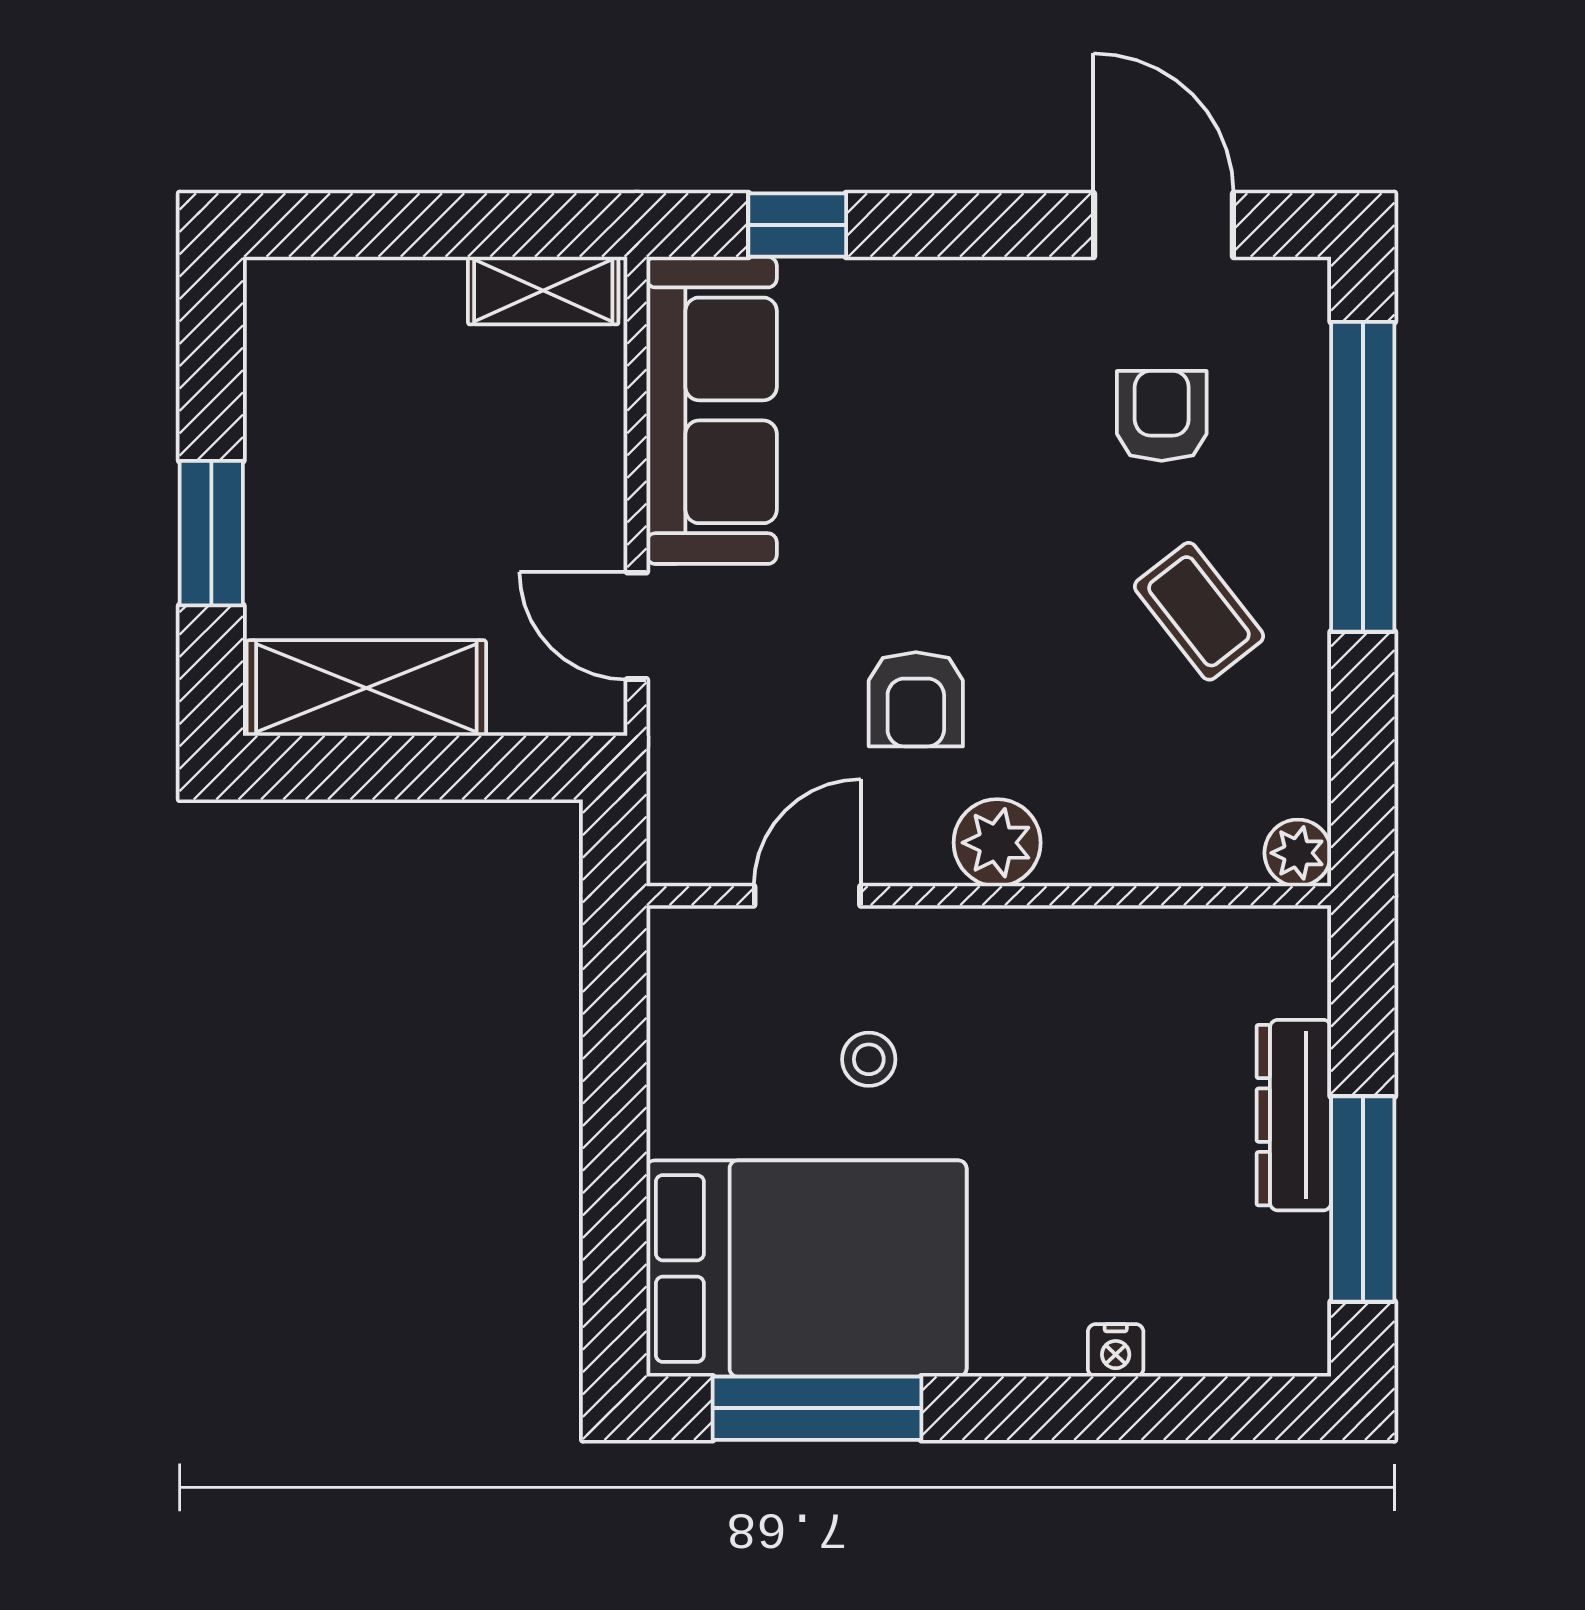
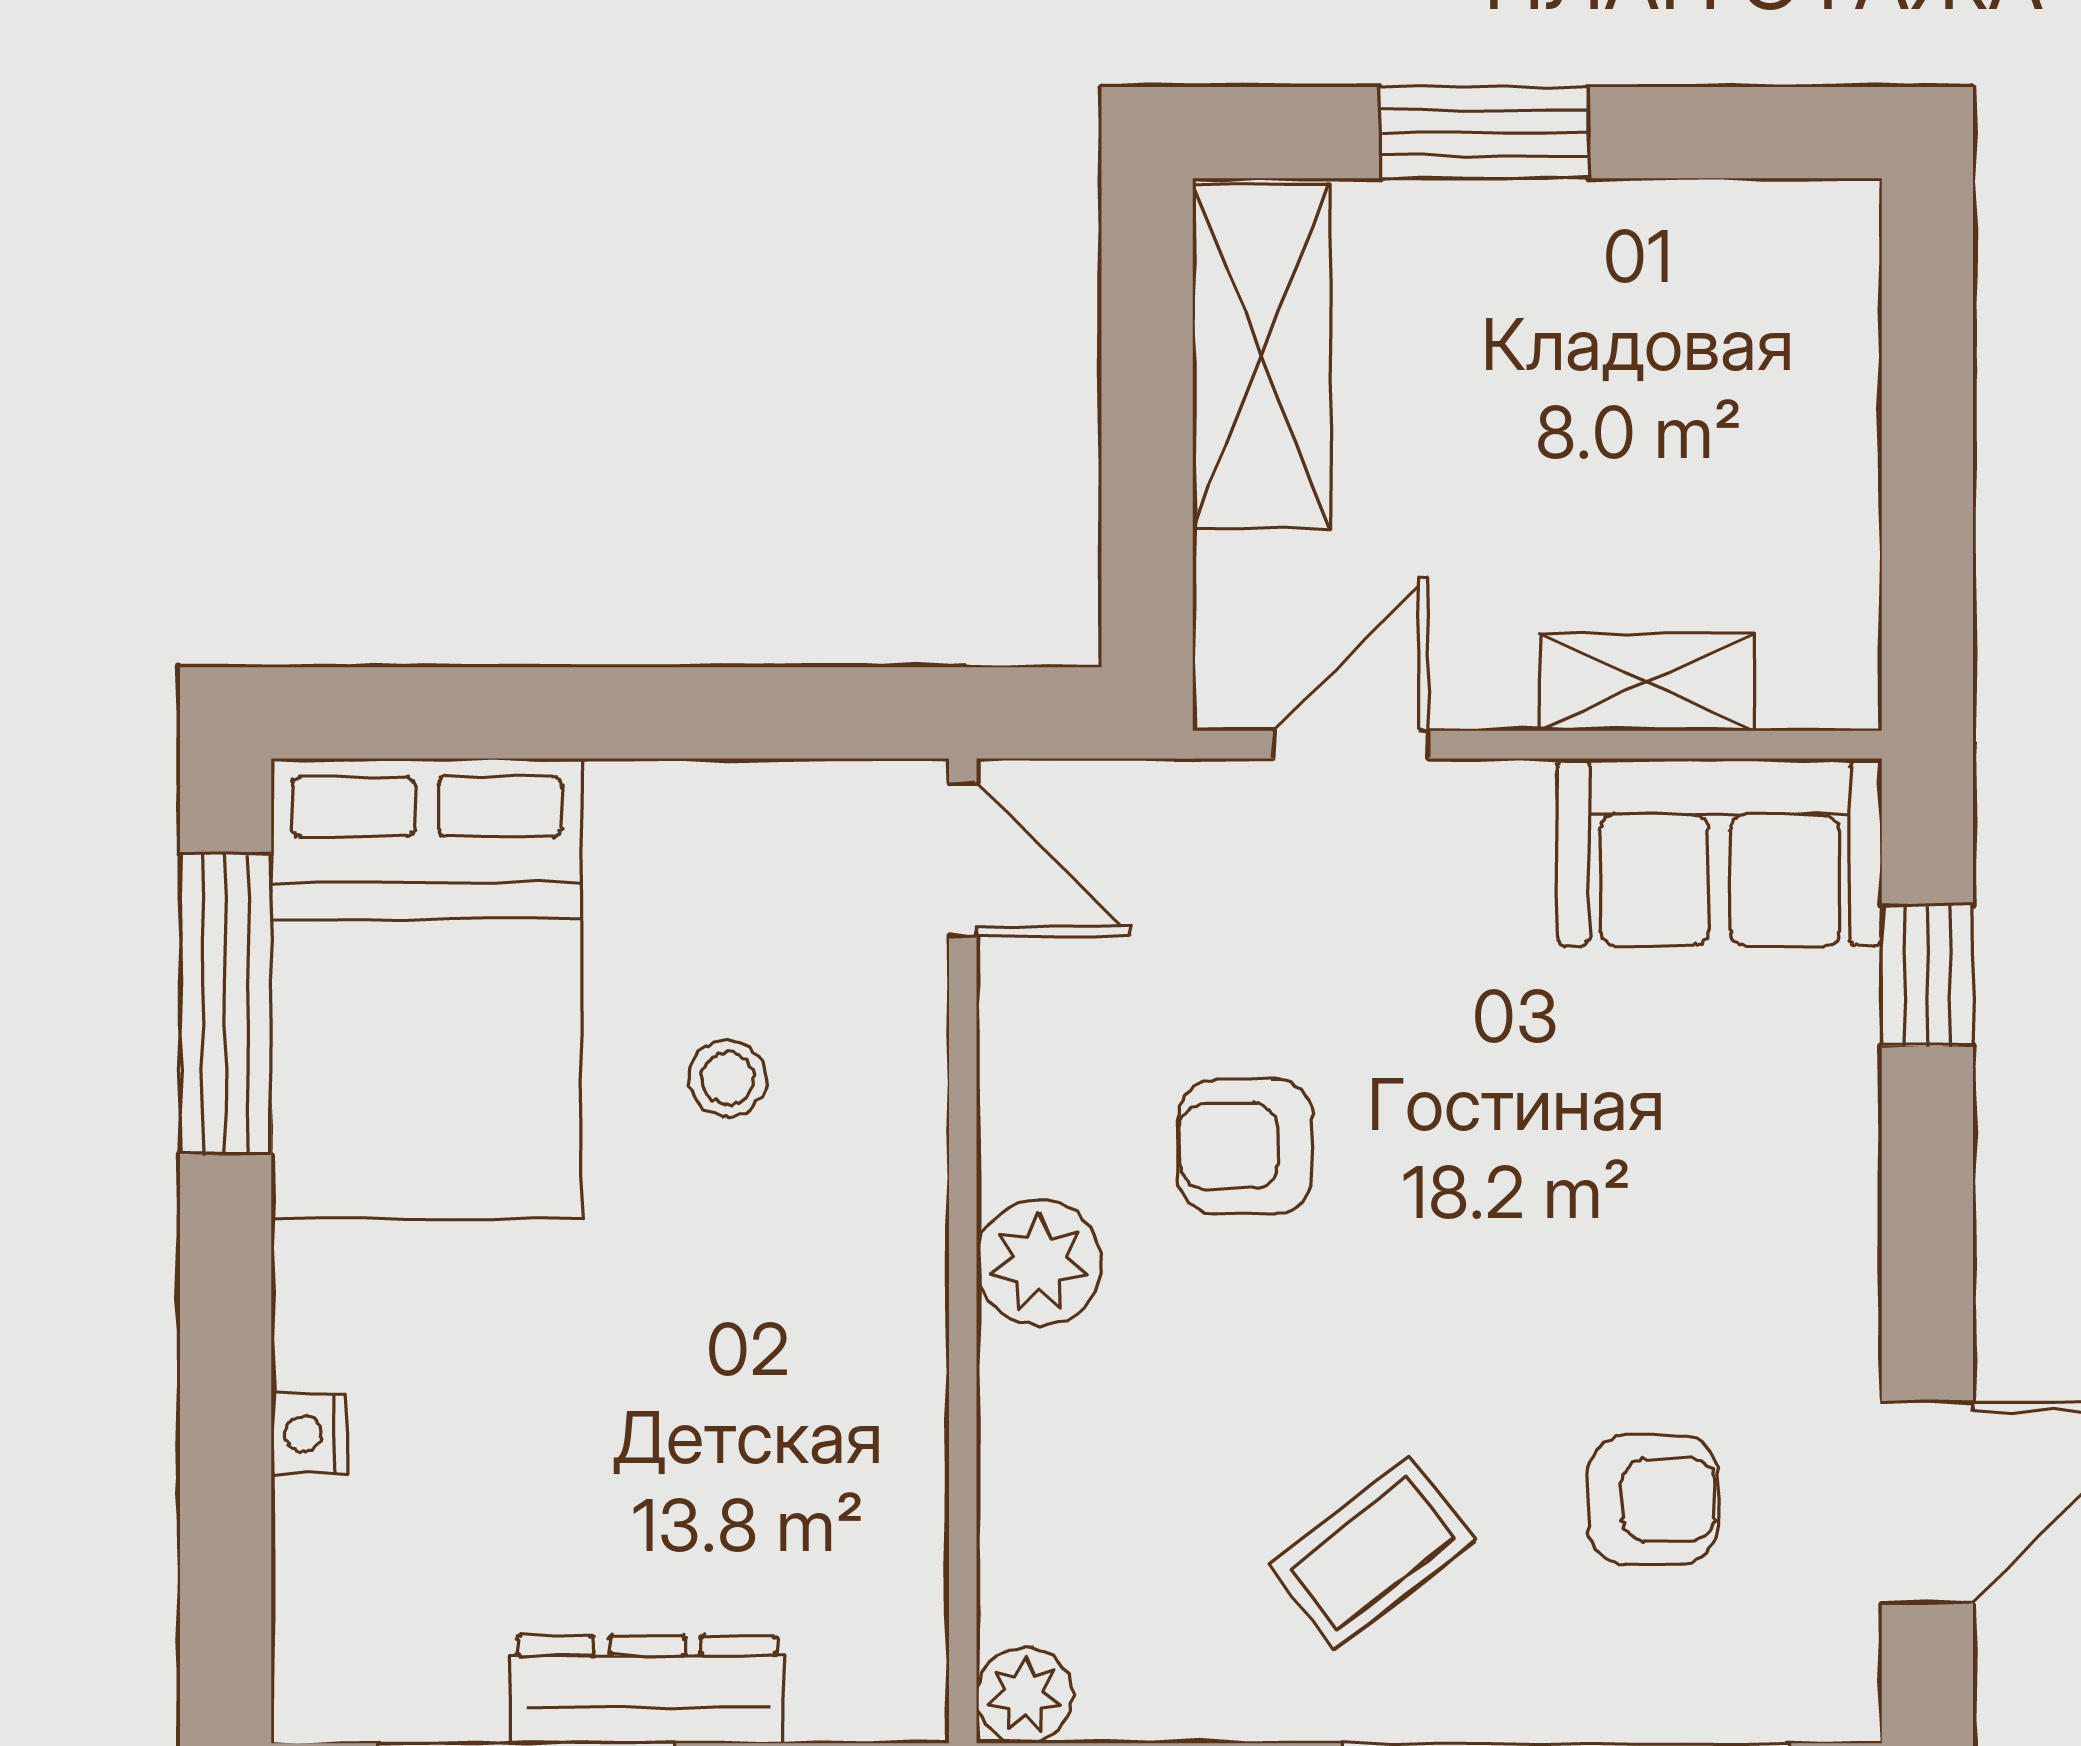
shelving: (543, 291) -> (1647, 682), moved, turned 90
sofa: (712, 410) -> (1720, 852), width x0.73
door: (807, 896) -> (963, 859), moved

